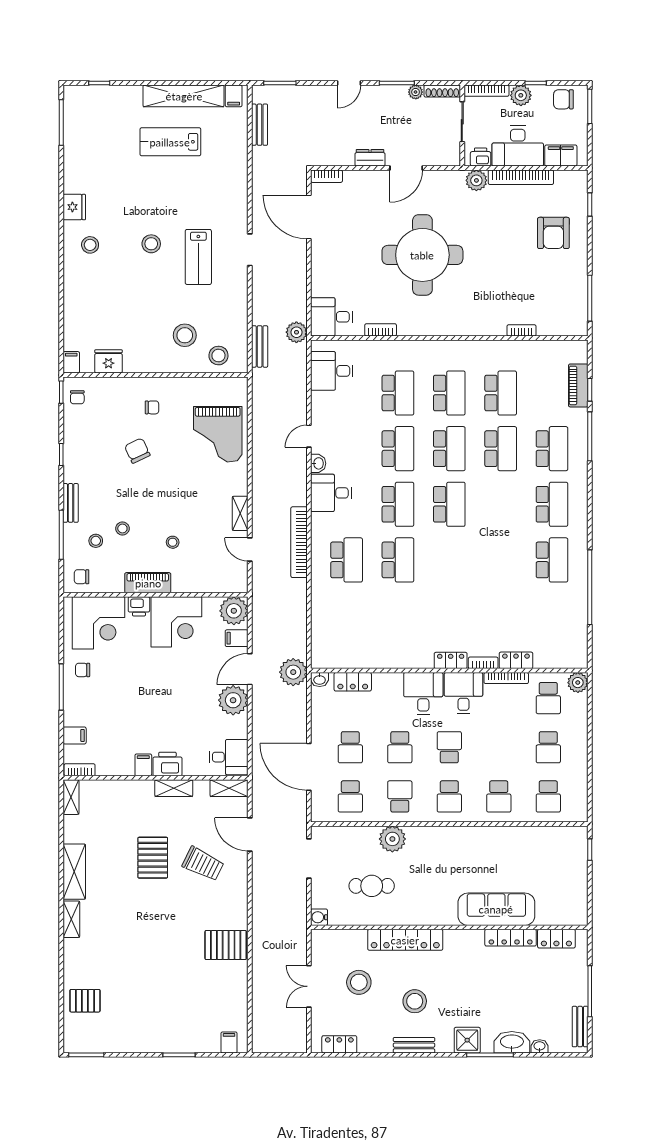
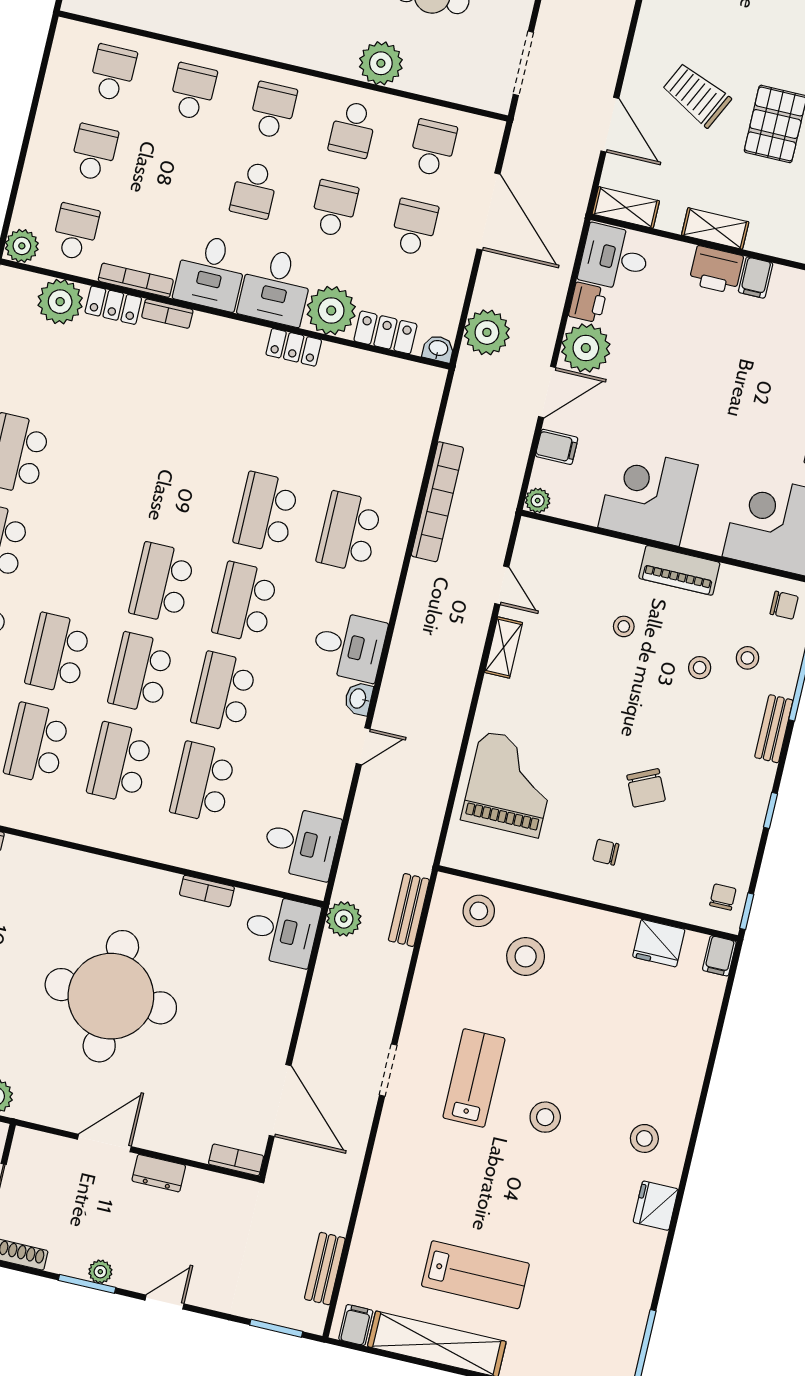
plant: (416, 92) -> (100, 1272), moved
bookcase: (299, 542) -> (437, 502), moved
printer: (139, 606) -> (588, 303), moved, turned 90
plant: (234, 611) -> (538, 501), width x0.53, depth x0.53
plant: (548, 655) -> (60, 302), added
locker: (451, 660) -> (294, 347), moved
plant: (293, 672) -> (487, 332), moved
plant: (388, 687) -> (331, 311), added

